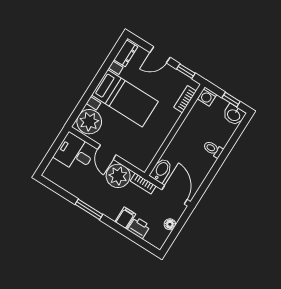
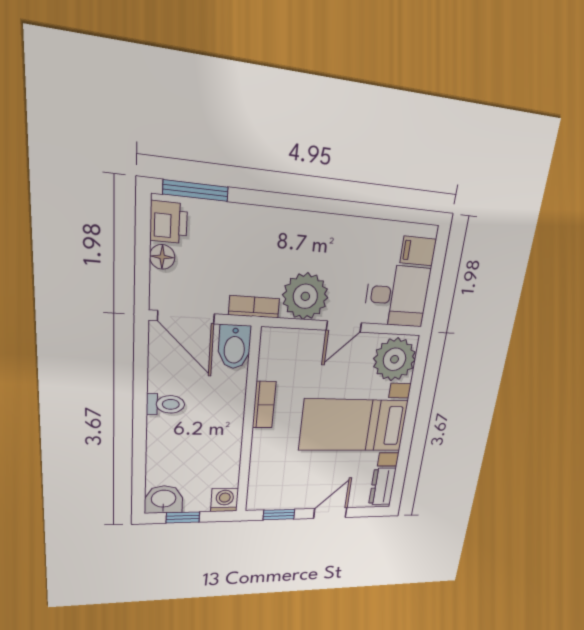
bookcase: (185, 99) -> (264, 405), moved
toilet: (213, 149) -> (166, 404), moved
door: (107, 152) -> (344, 326), swing flipped
window: (89, 209) -> (196, 191), moved
filing cabinet: (125, 218) -> (418, 251), moved, turned 90
printer: (139, 228) -> (169, 222), moved, turned -90

